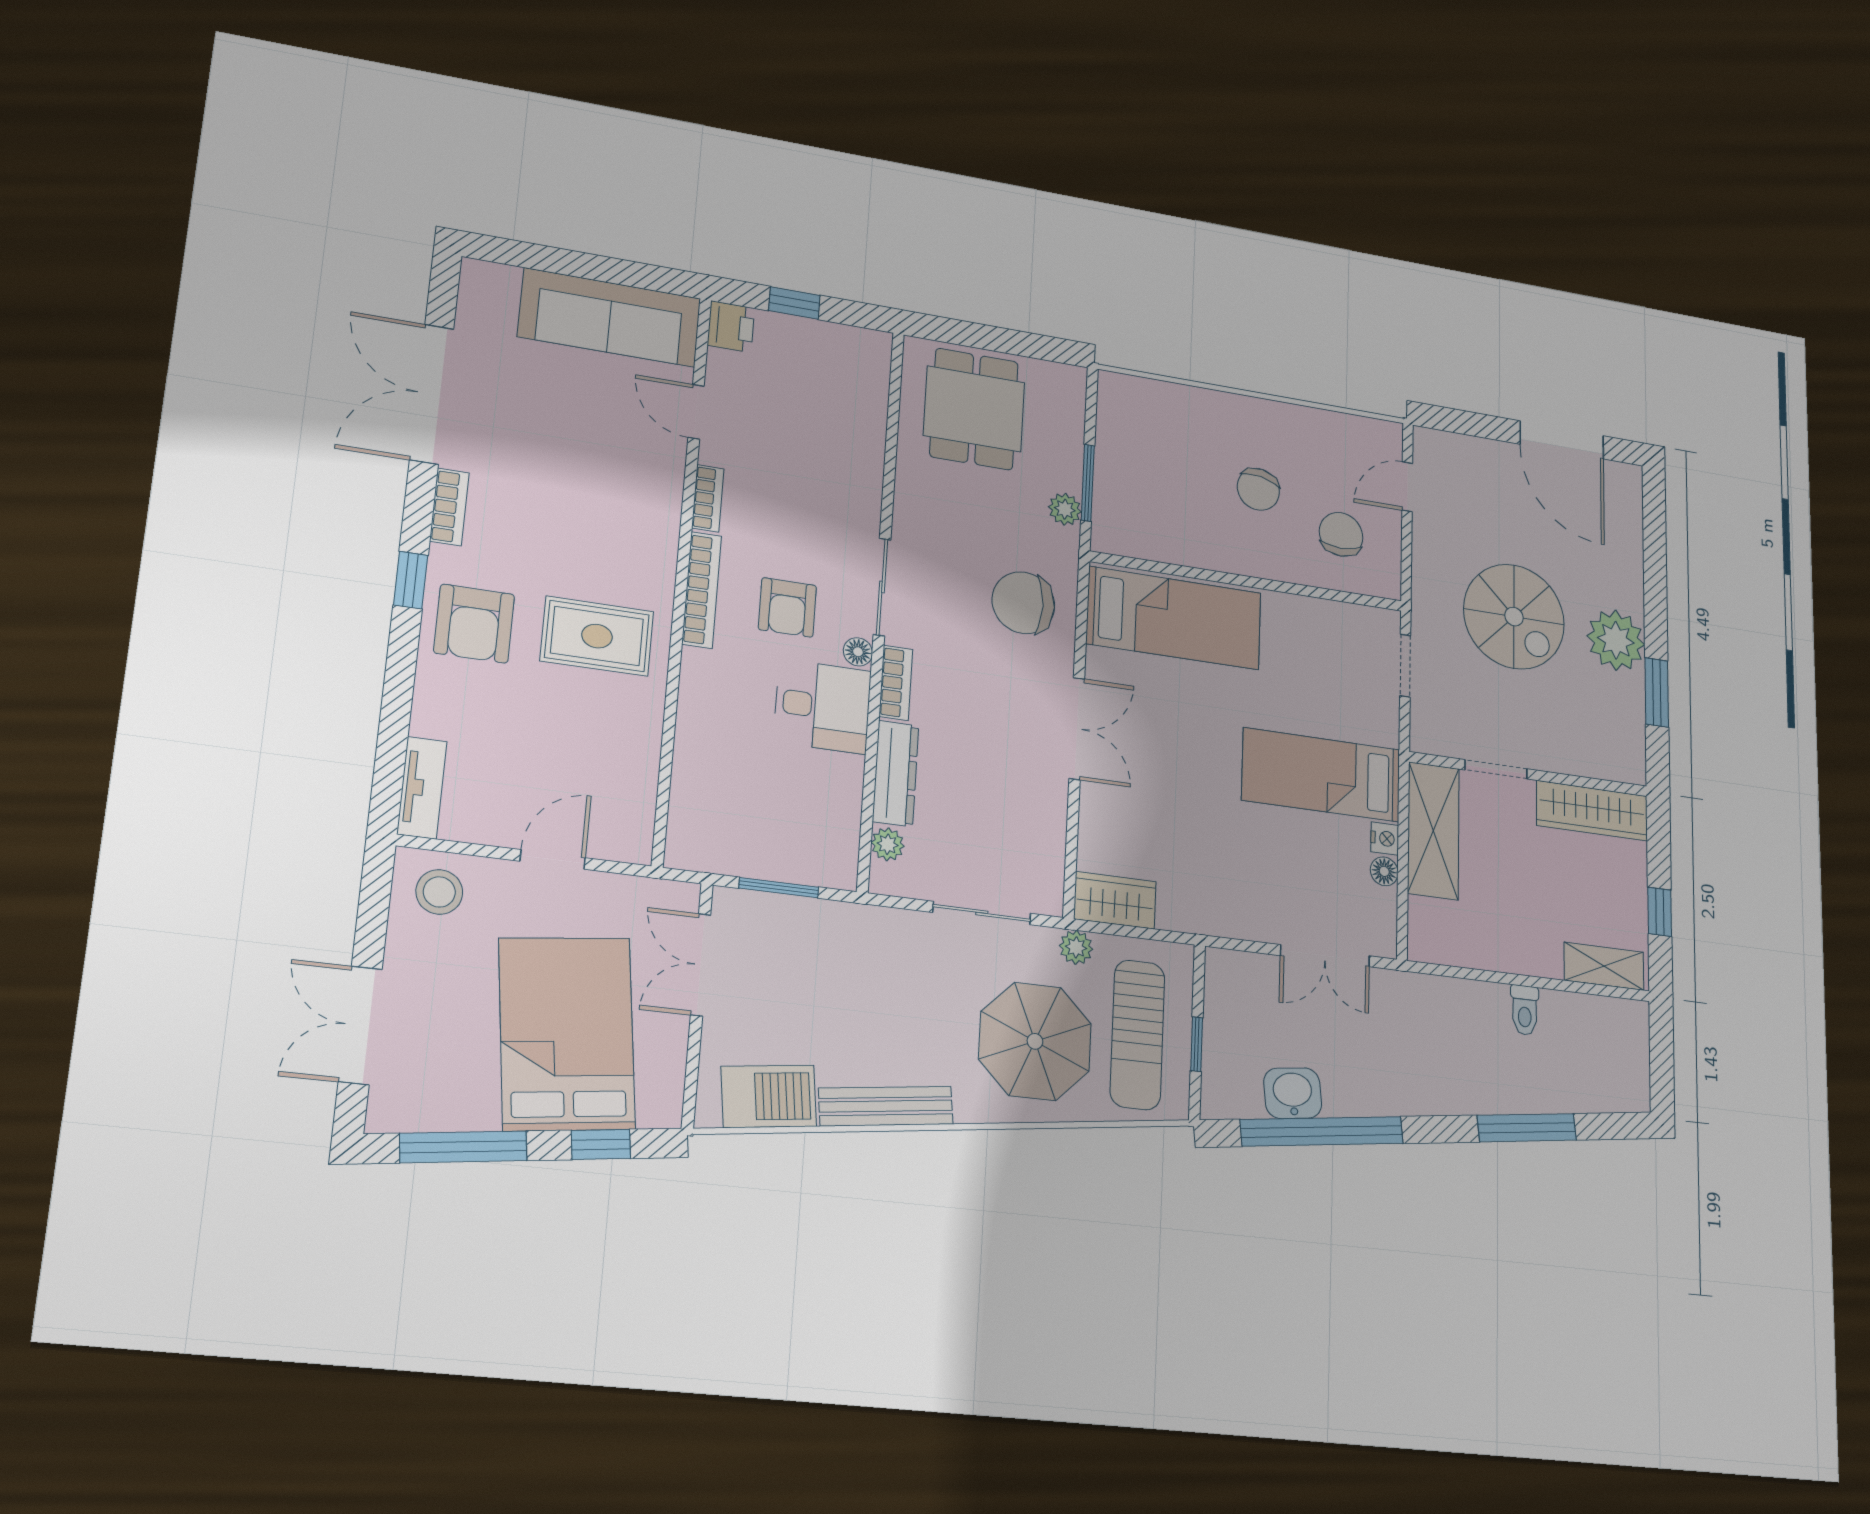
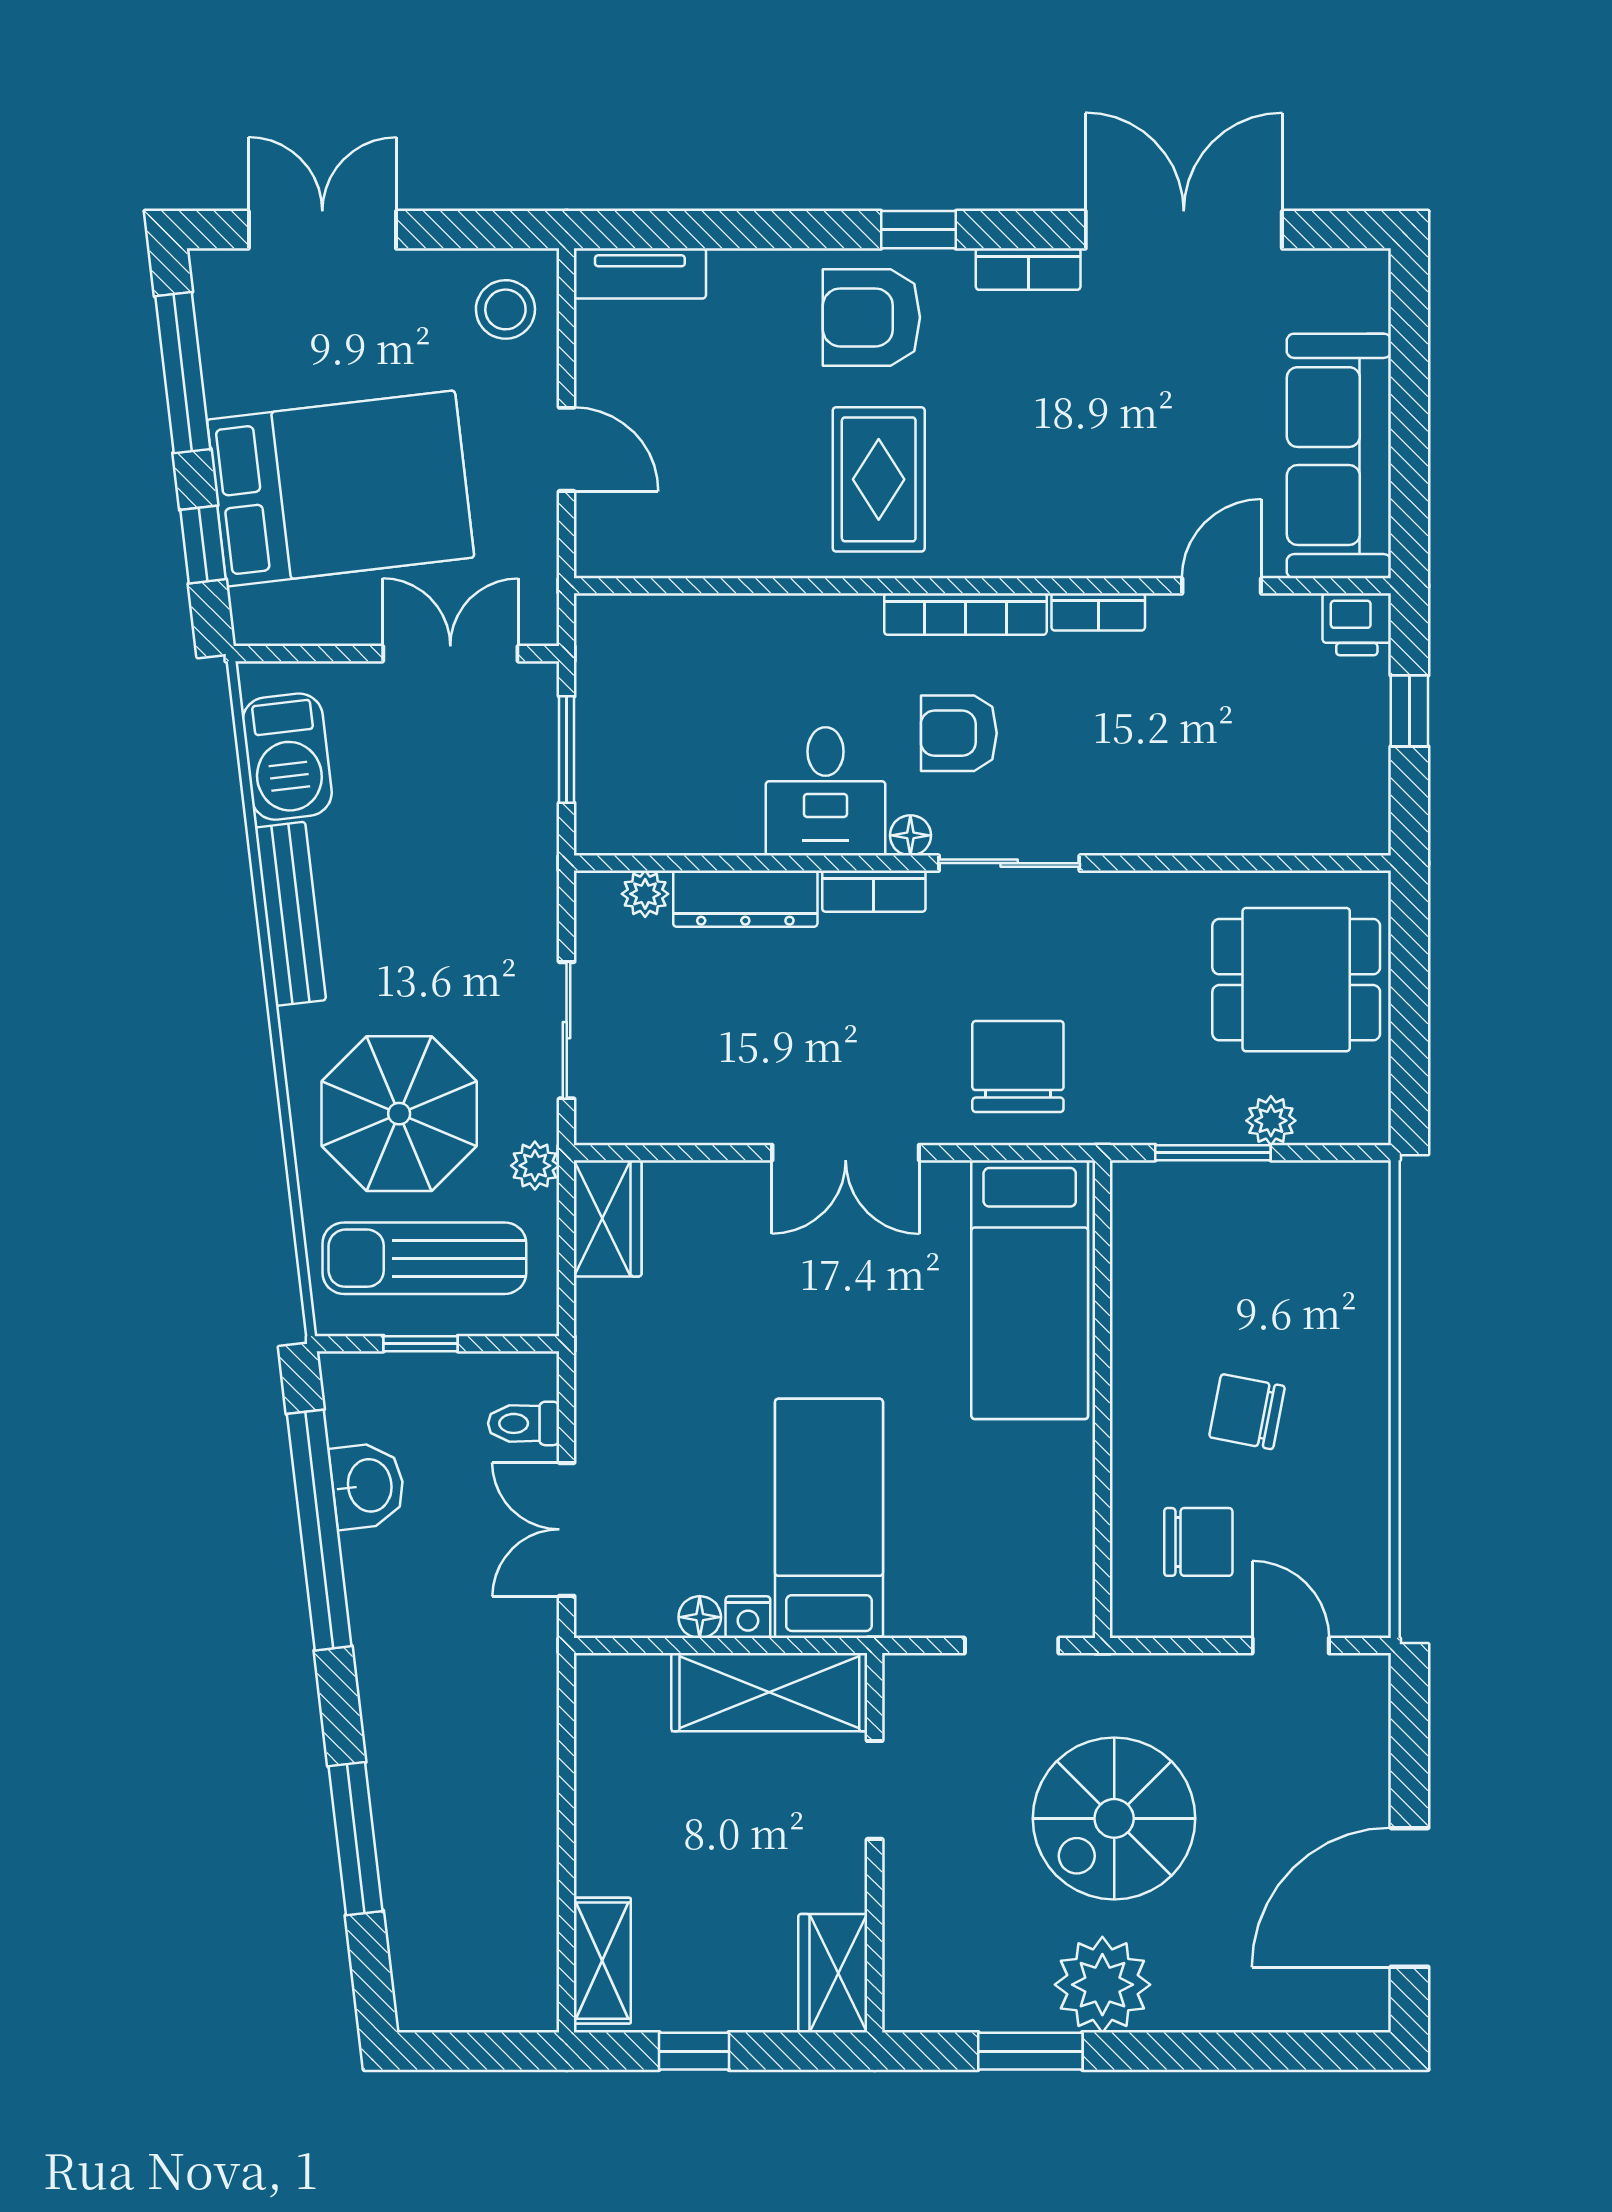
plant: (1065, 509) -> (1271, 1121), moved
wardrobe: (1592, 811) -> (833, 1973), width x0.67
toilet: (1525, 1010) -> (524, 1423), moved

